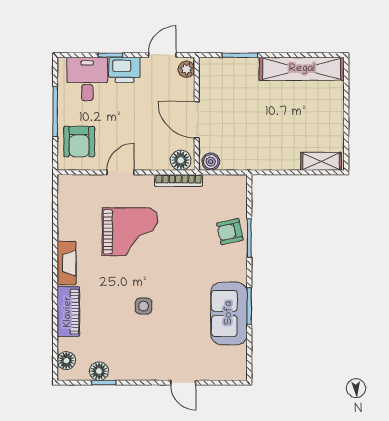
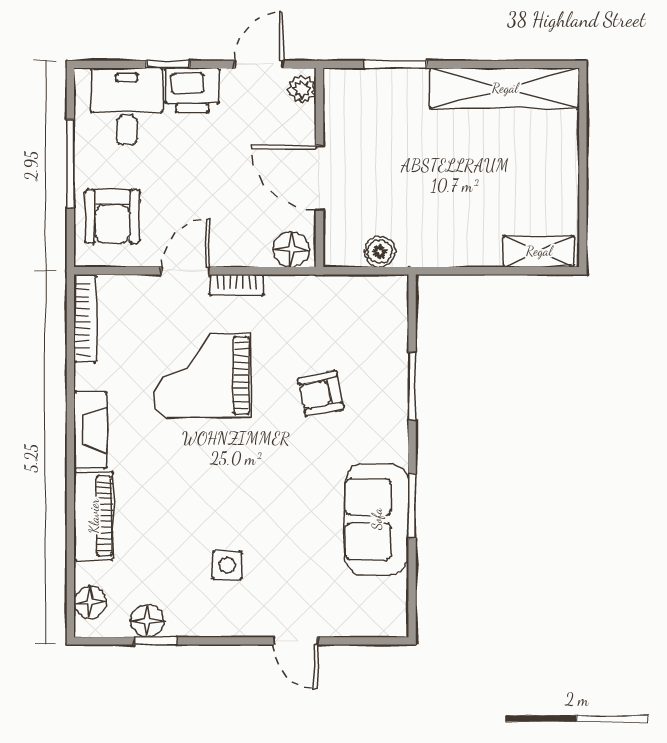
boiler: (211, 162) -> (380, 252), moved
bookcase: (179, 181) -> (236, 285), moved, width x0.64
bookcase: (64, 199) -> (85, 318), added
grand piano: (130, 232) -> (202, 375), turned 180
armchair: (230, 232) -> (321, 393), moved
side table: (144, 306) -> (227, 565), moved

